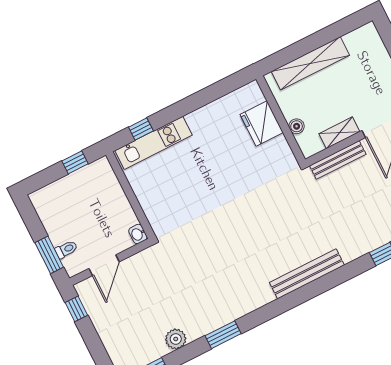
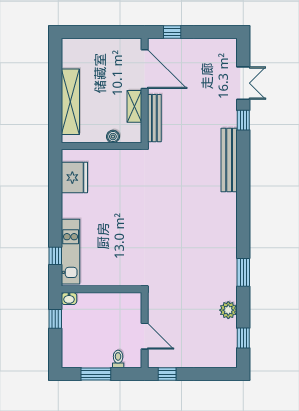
fridge: (262, 124) -> (74, 178), moved, turned -90
washbasin: (138, 234) -> (69, 299), moved
window: (49, 255) -> (96, 374), moved
bench: (307, 274) -> (229, 160), moved

